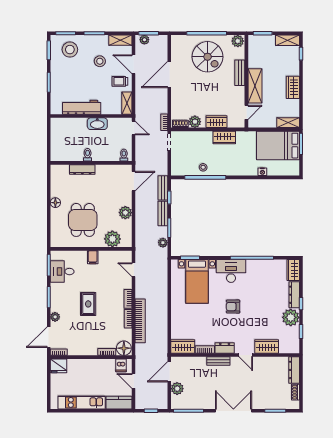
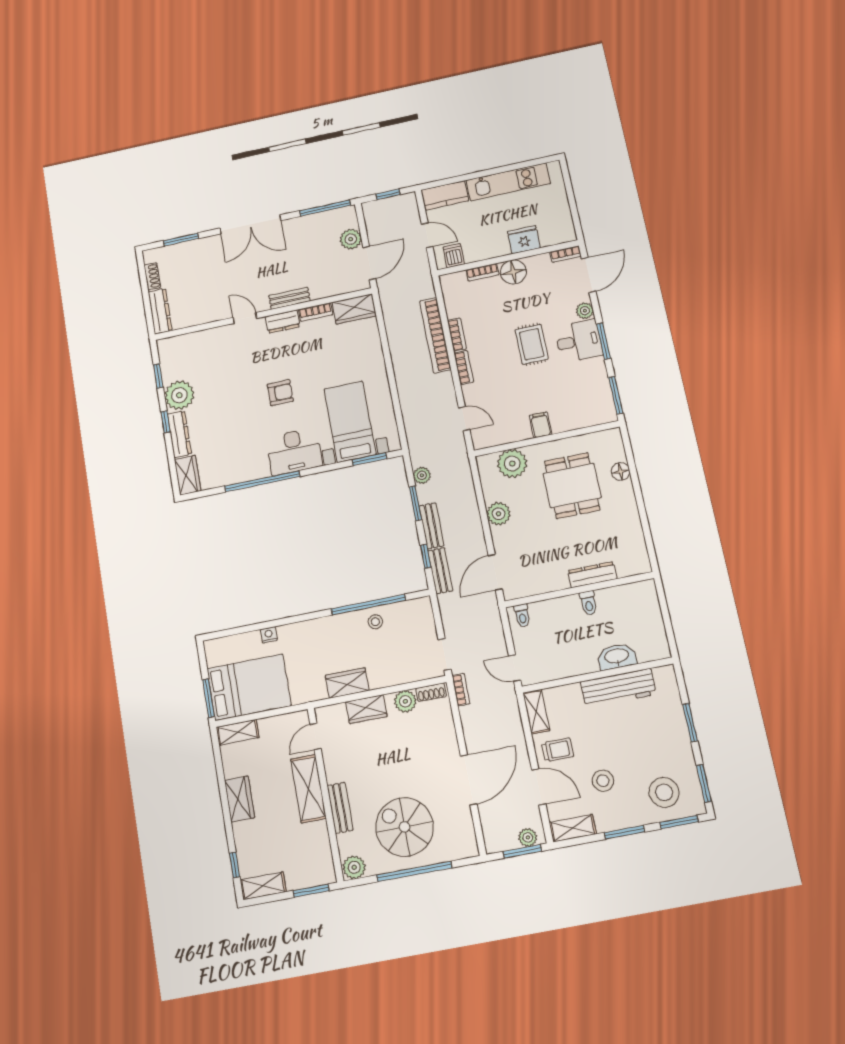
washbasin: (97, 124) -> (617, 657), moved
floor lamp: (55, 203) -> (621, 472), moved
desk: (62, 272) -> (579, 341), moved
wardrobe: (267, 346) -> (212, 339), removed
floor lamp: (124, 348) -> (513, 272), moved
fridge: (59, 366) -> (524, 240), moved

